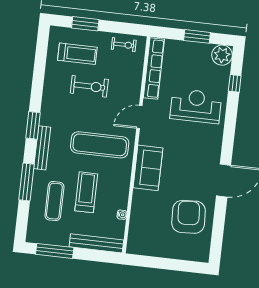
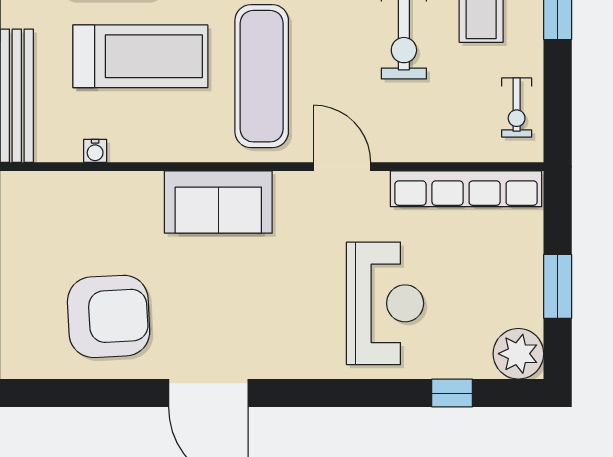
treadmill: (86, 192) -> (140, 56), width x1.37, depth x1.38

